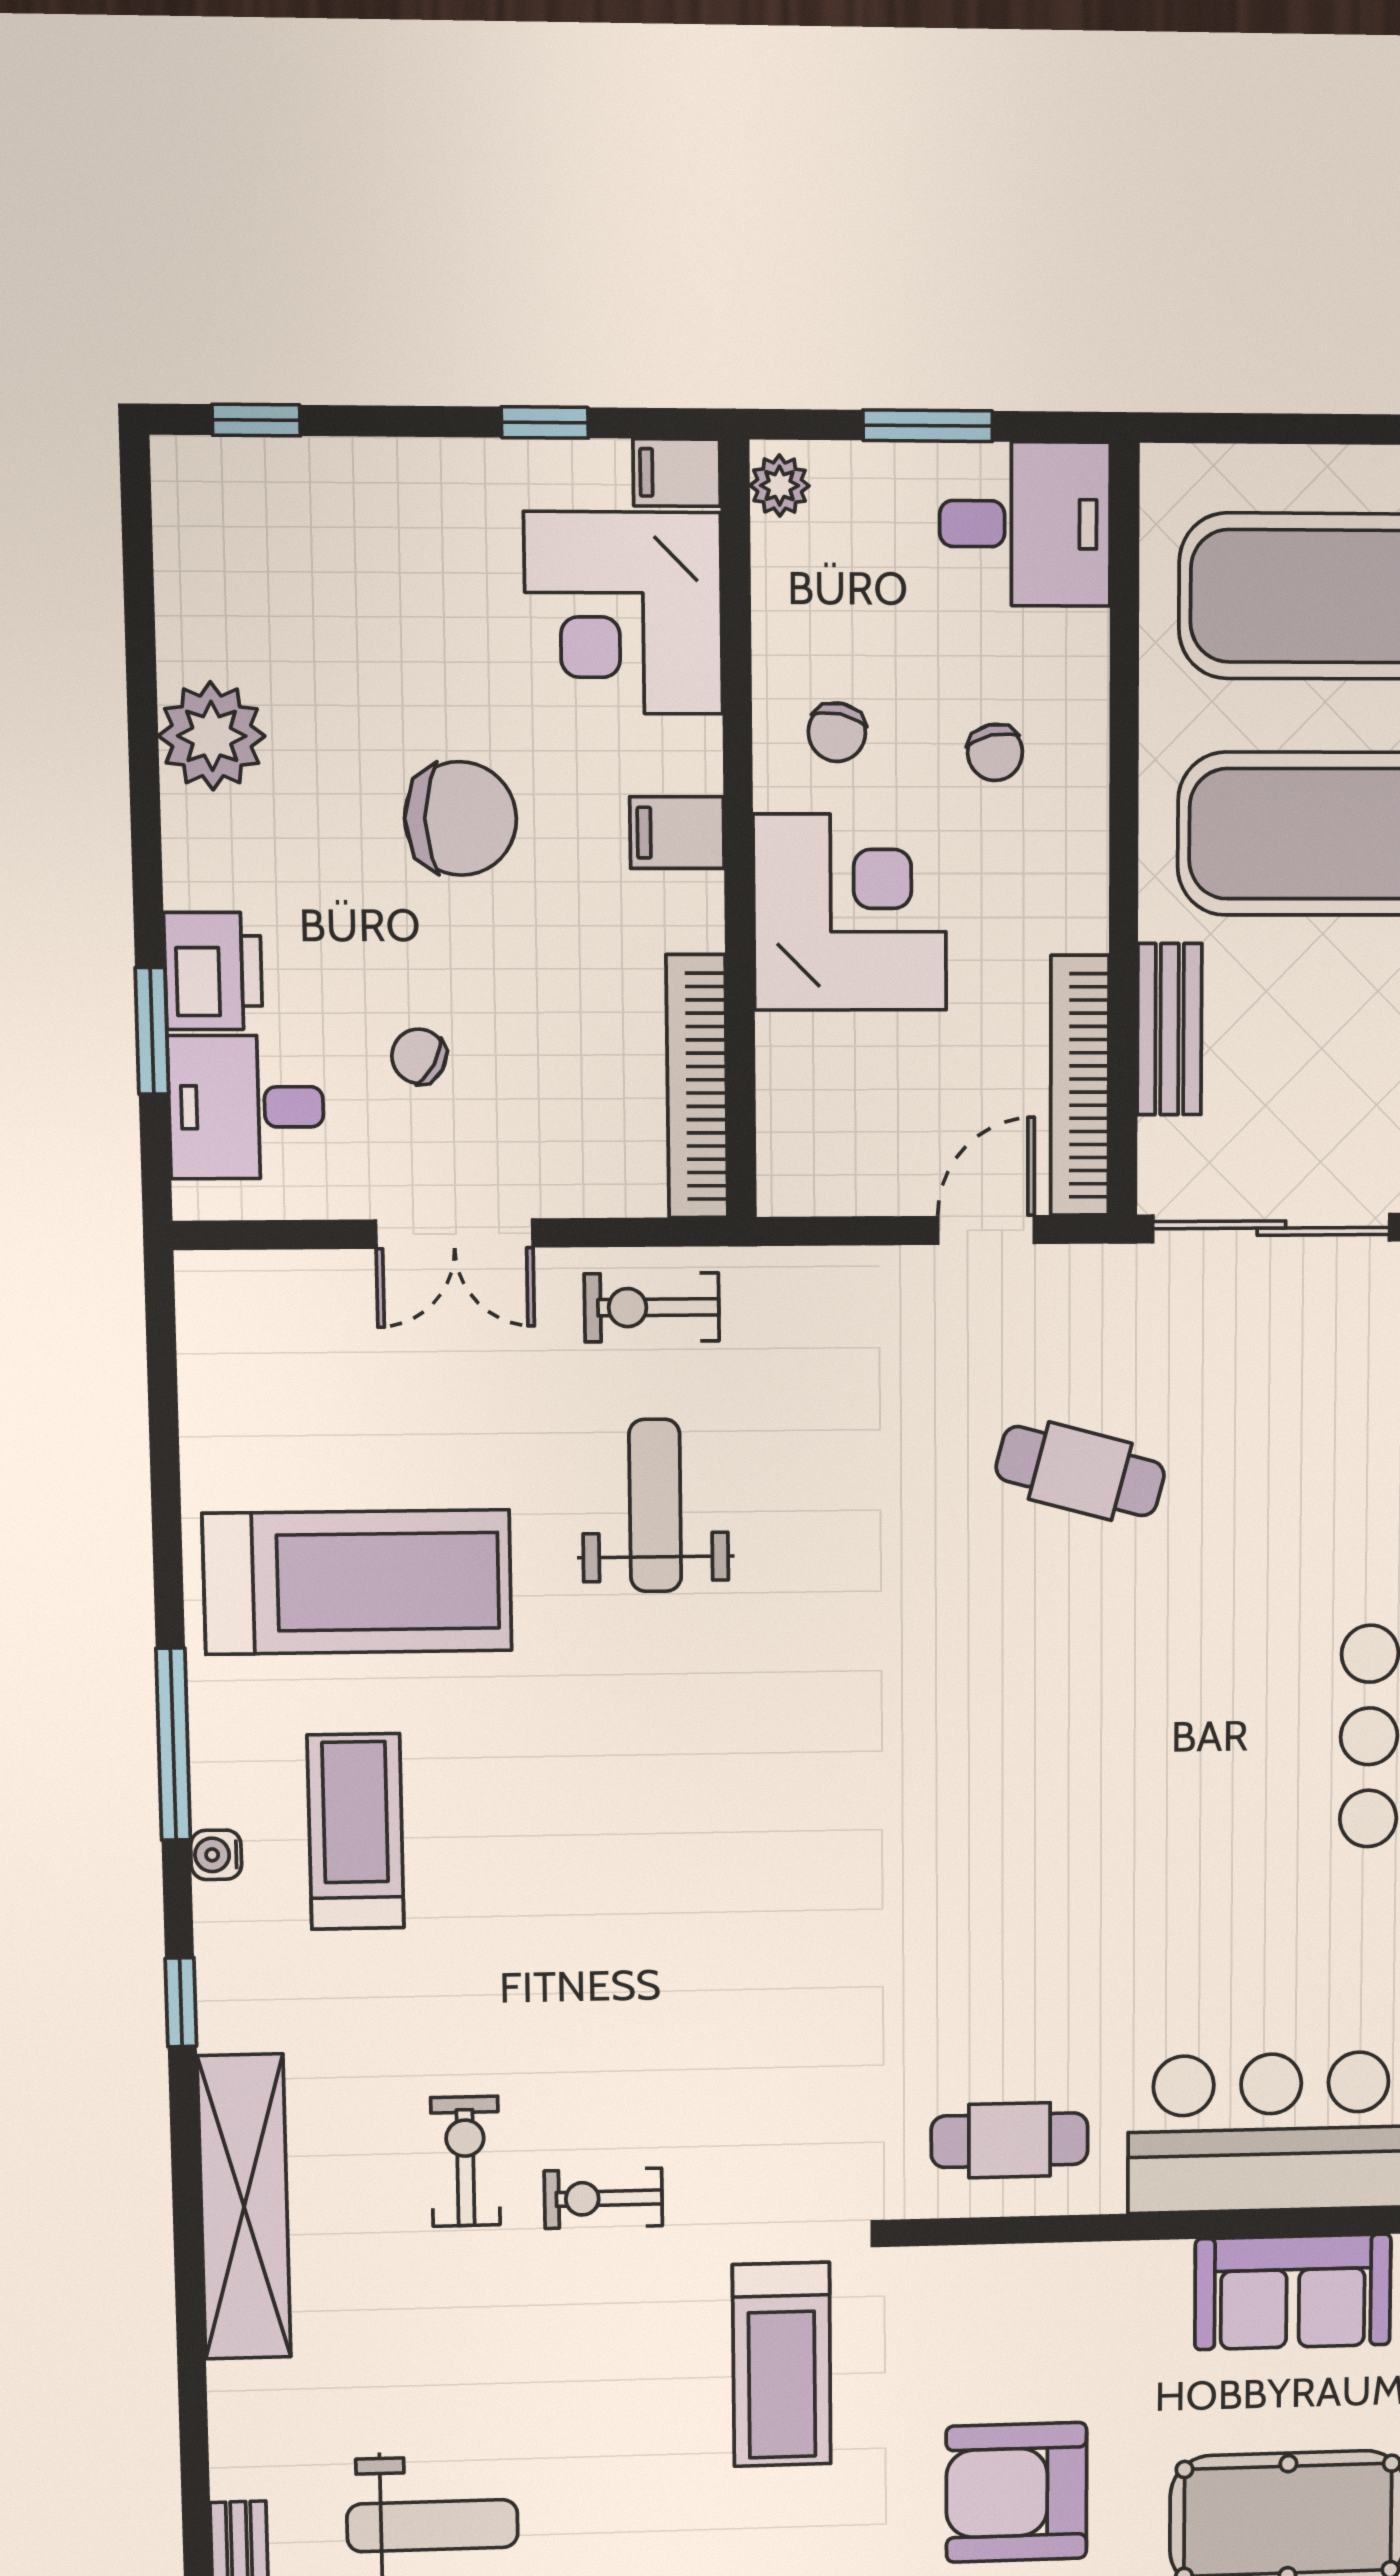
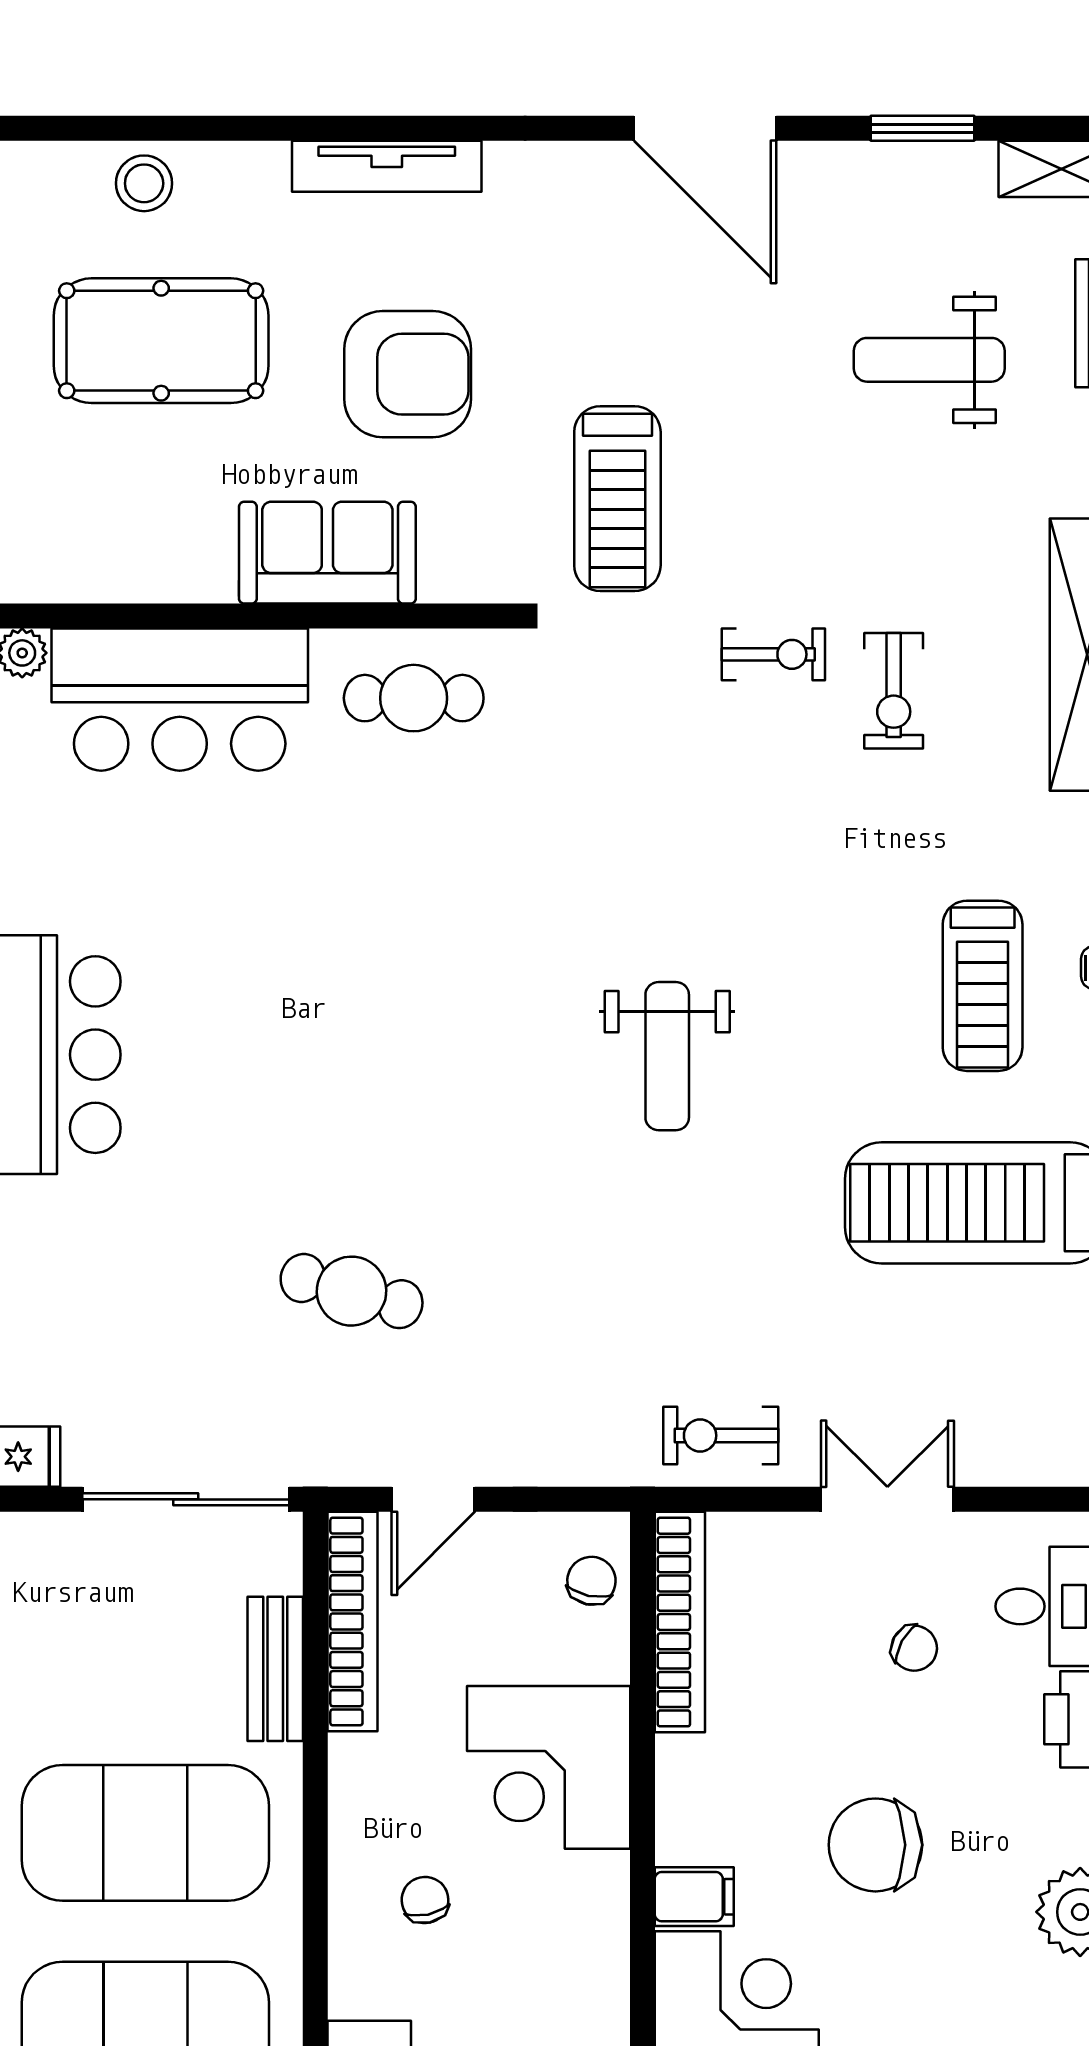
chair: (837, 732) -> (591, 1581), moved
filing cabinet: (677, 833) -> (694, 1897), moved
exercise bike: (652, 1307) -> (721, 1436), turned 180
weight bench: (655, 1505) -> (667, 1056), moved
sofa: (1293, 2292) -> (327, 553), moved
treadmill: (782, 2364) -> (617, 499), turned 180

